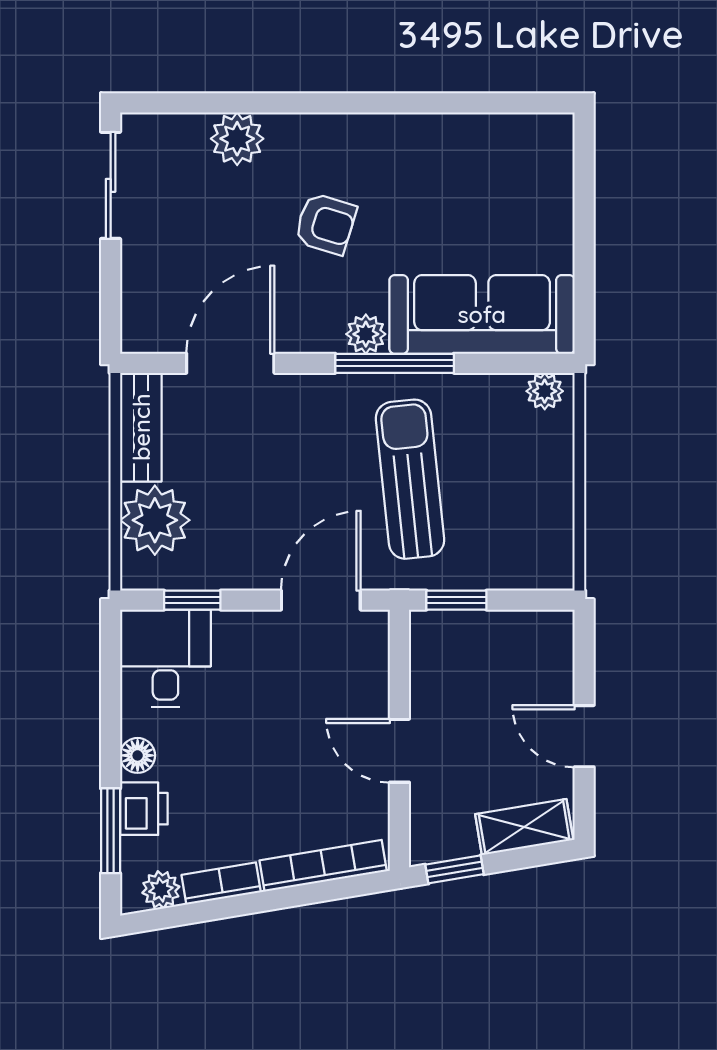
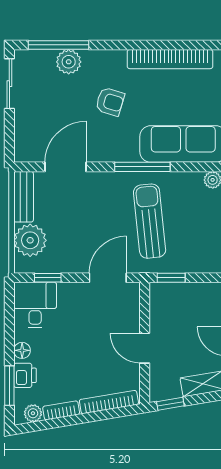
window: (215, 103) -> (58, 45), added
bookcase: (454, 133) -> (170, 59), added
plant: (366, 334) -> (129, 153), removed

